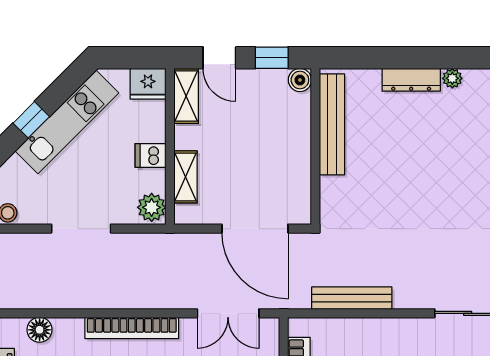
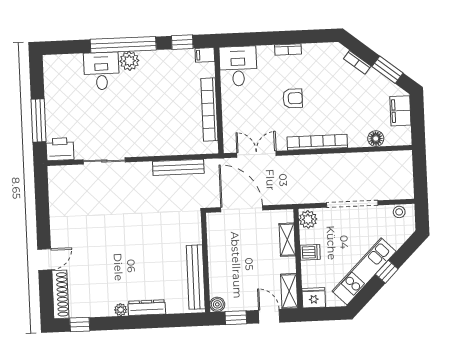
doorway: (81, 229) -> (352, 204), width x1.36

